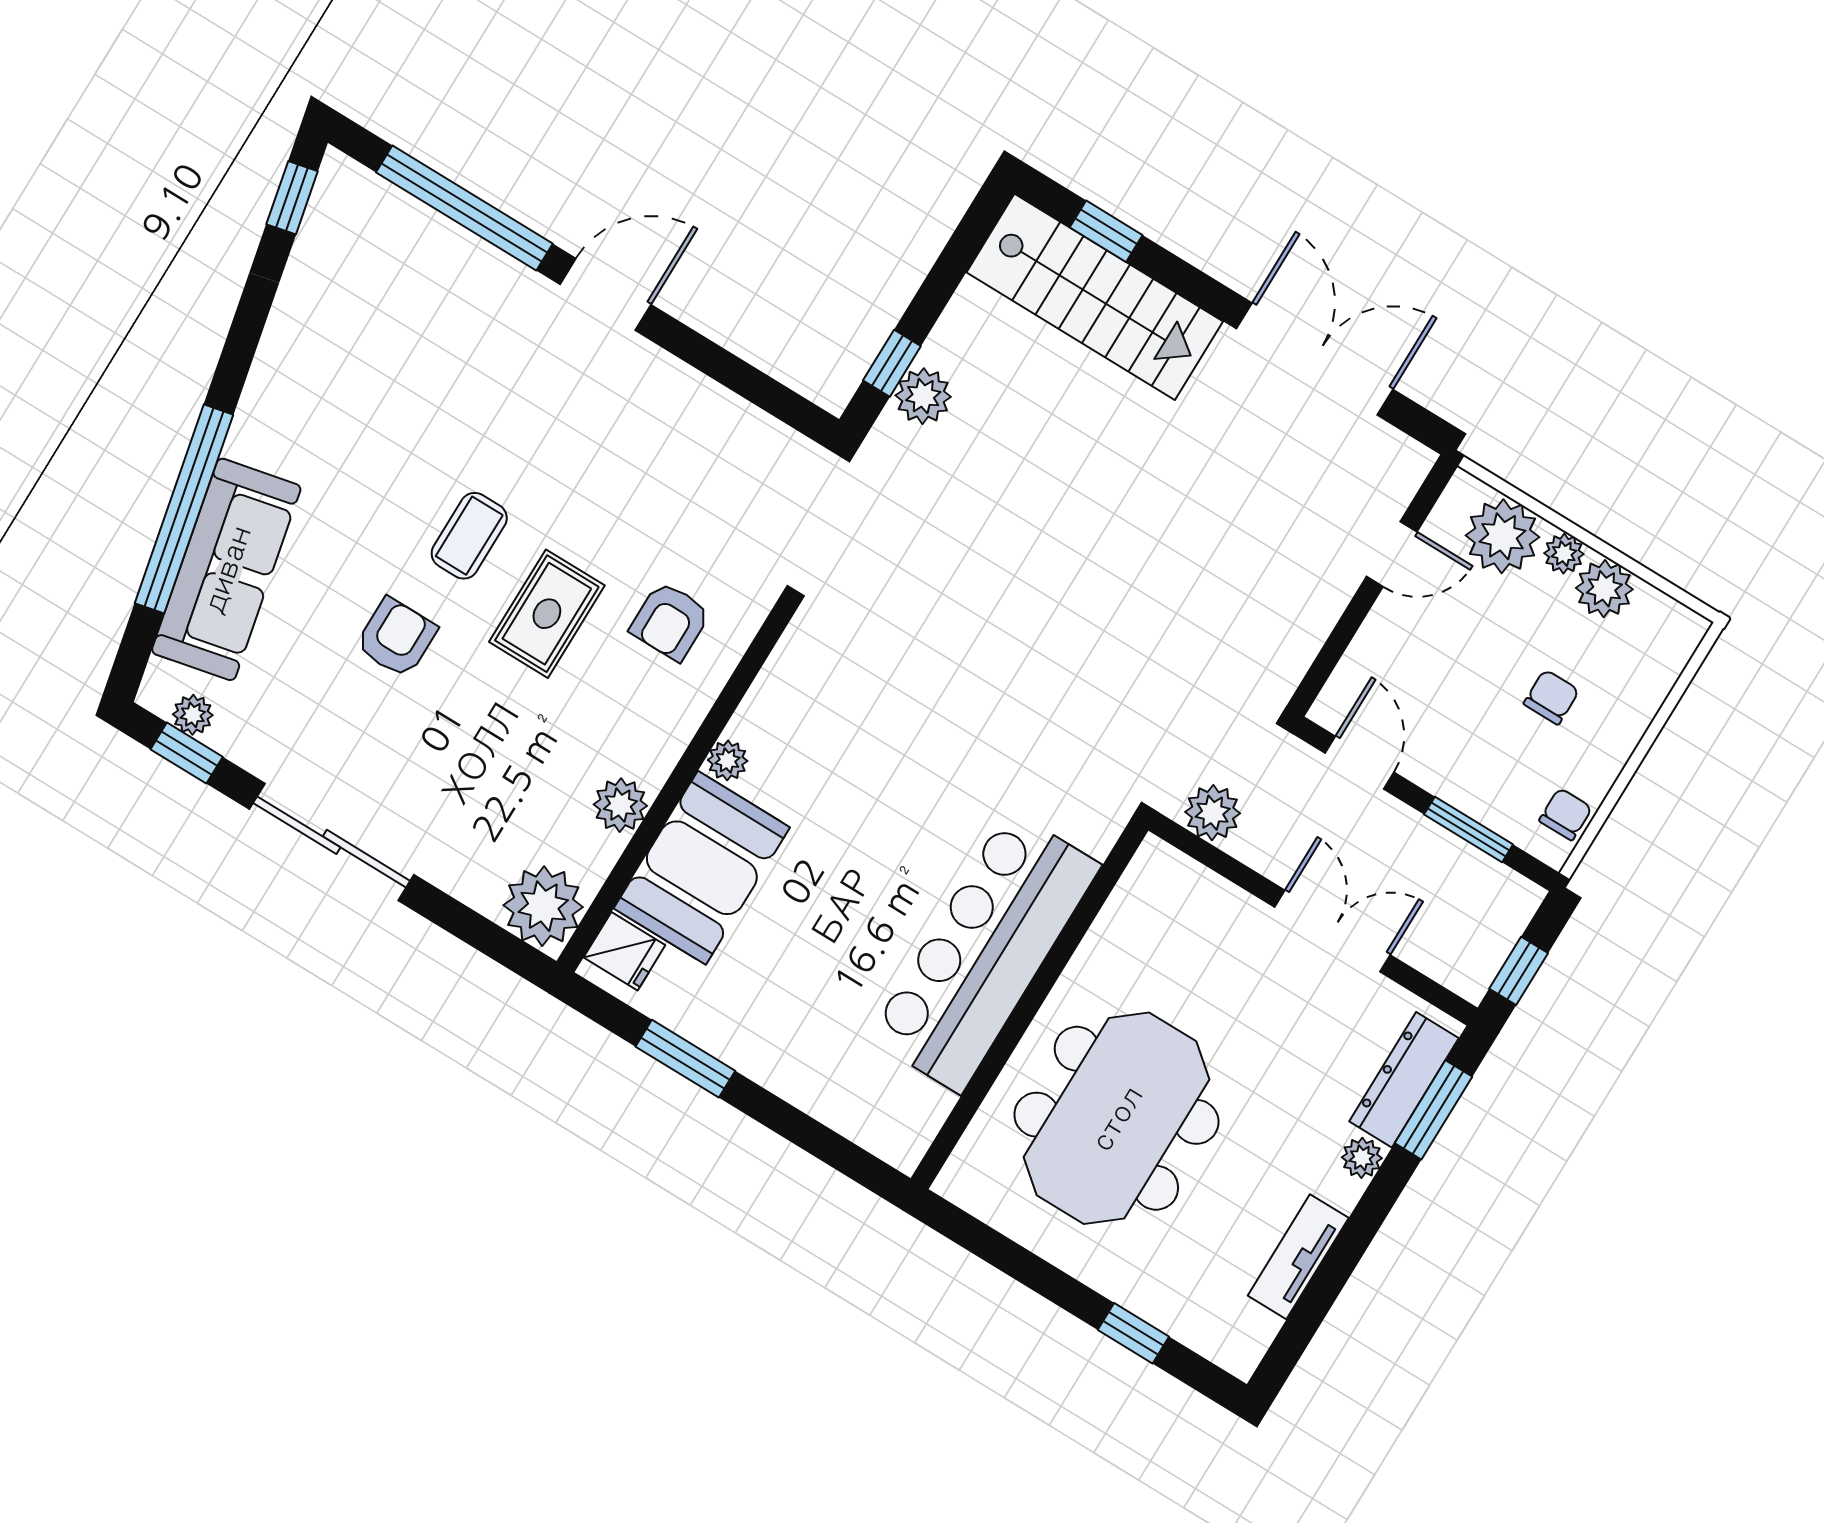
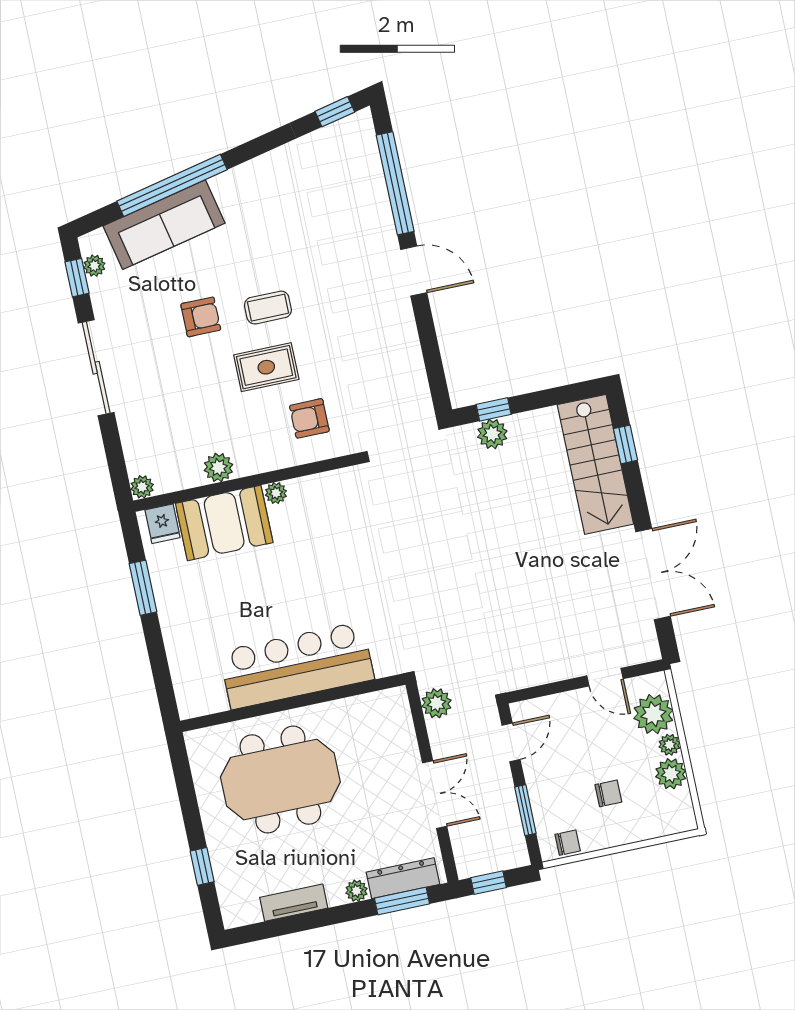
plant: (543, 906) -> (142, 487), width x0.53, depth x0.53

